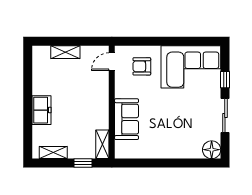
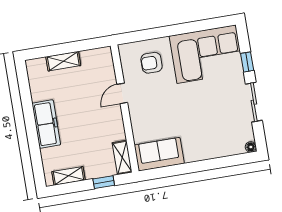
door: (112, 62) -> (122, 93), moved
freezer: (41, 110) -> (46, 124), width x1.40
sofa: (127, 119) -> (159, 154), moved, turned -90
floor lamp: (212, 150) -> (251, 147), width x0.53, depth x0.53

